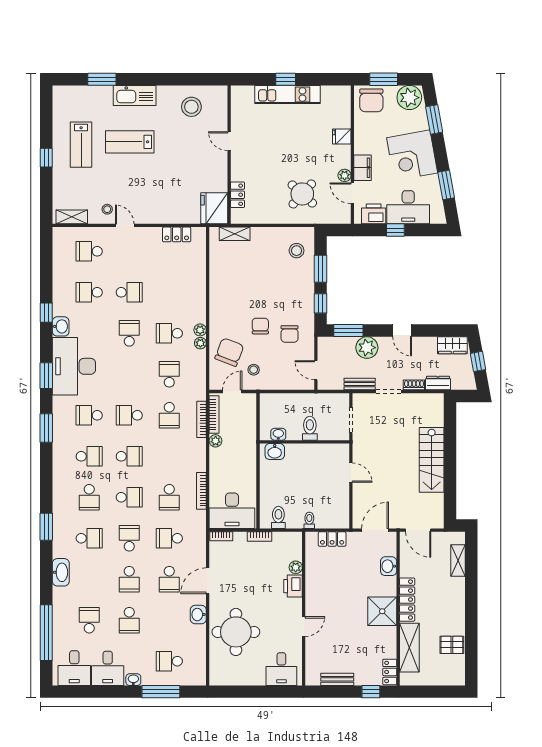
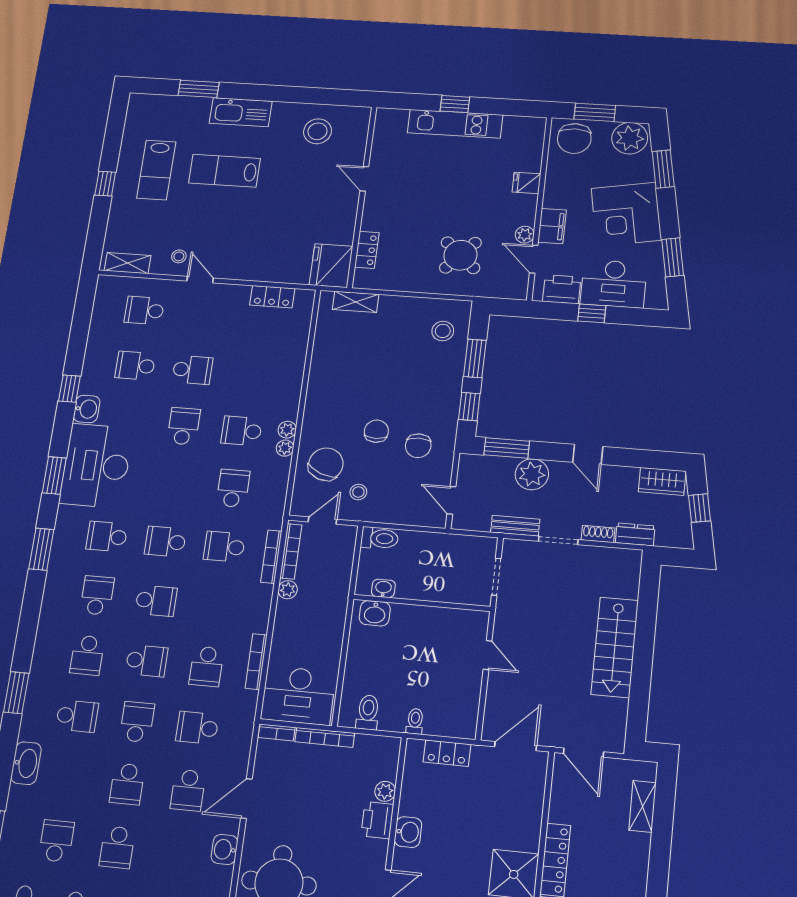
school desk: (169, 415) -> (224, 547), turned 90
toilet: (310, 428) -> (379, 538), moved, turned 90
school desk: (89, 456) -> (97, 595), turned -90
bookcase: (259, 537) -> (325, 737), width x1.56
washbasin: (389, 566) -> (408, 832), moved, turned 180

